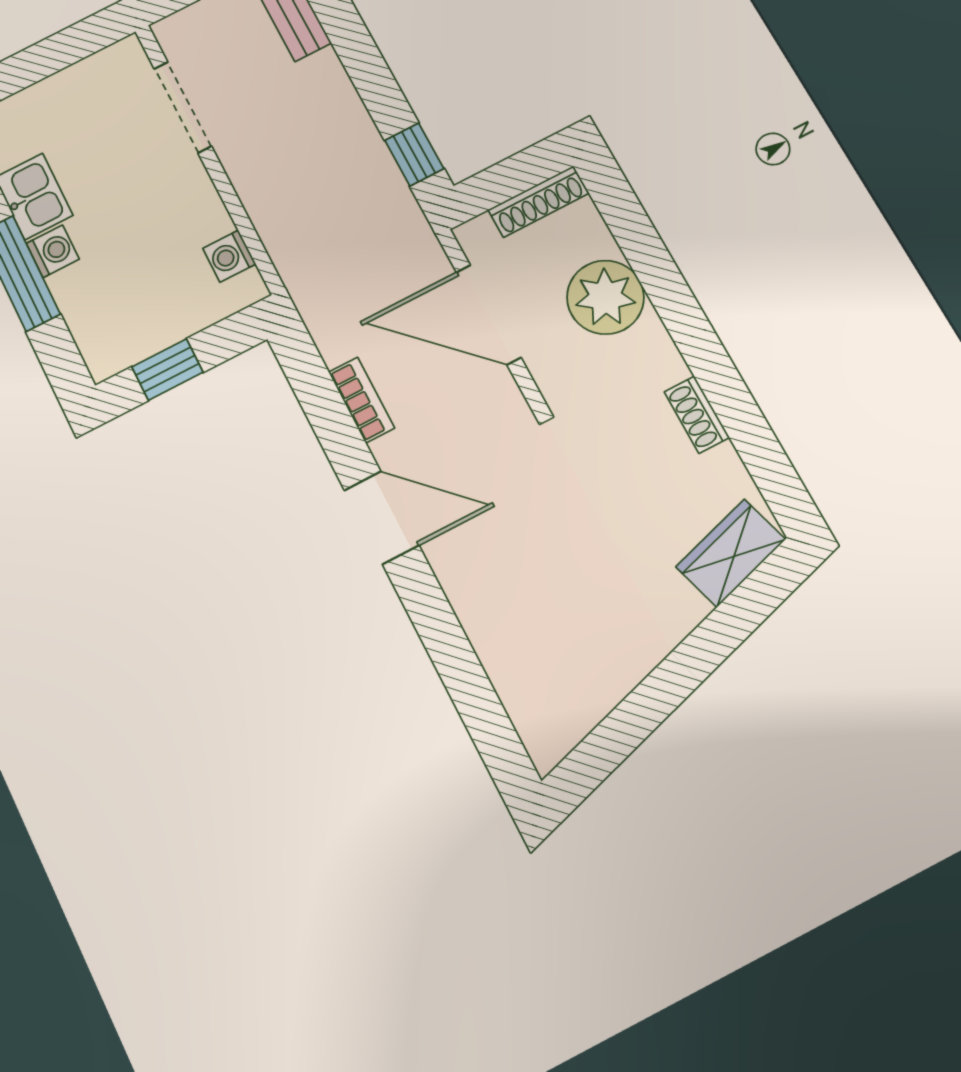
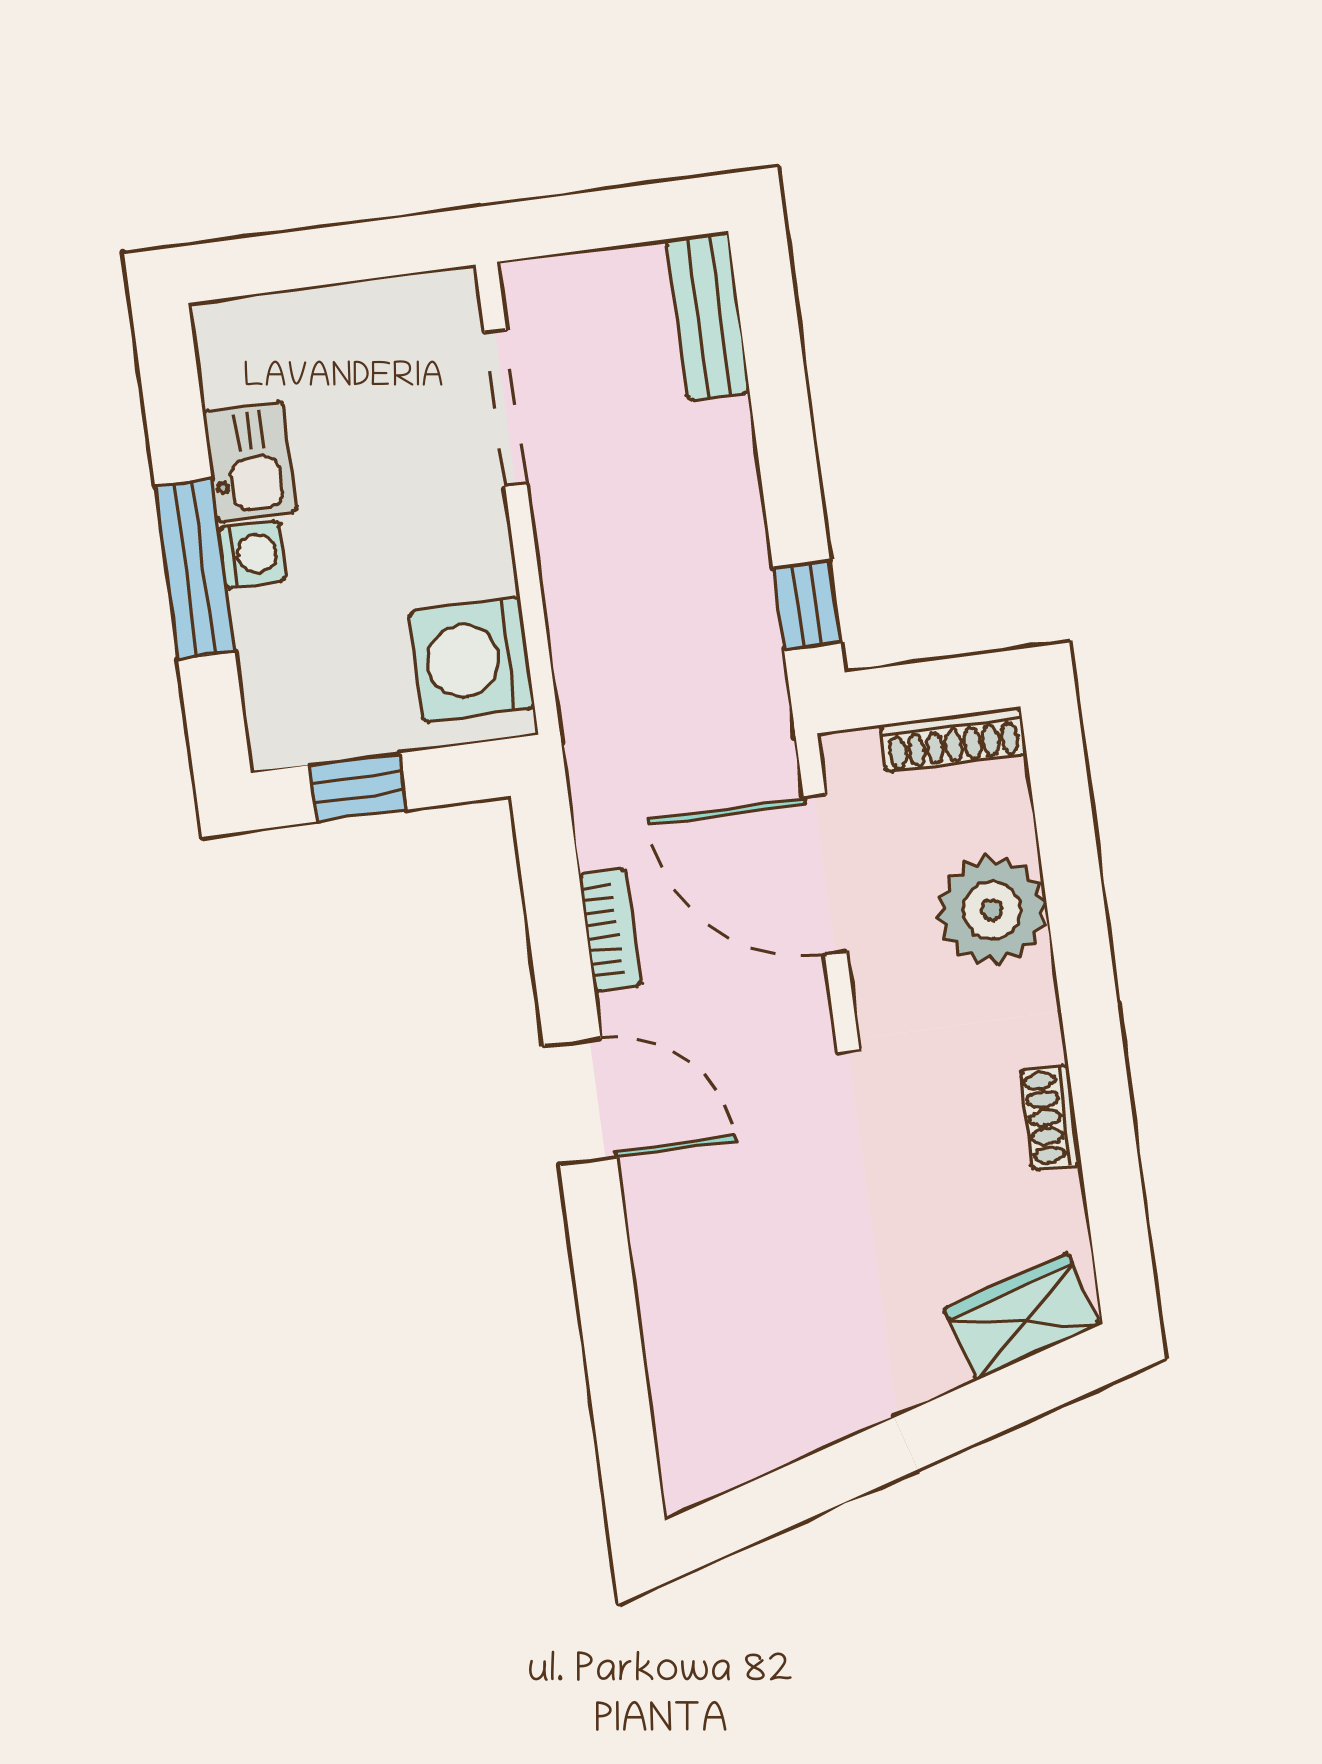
washing machine: (229, 256) -> (472, 659), width x1.89, depth x1.89

